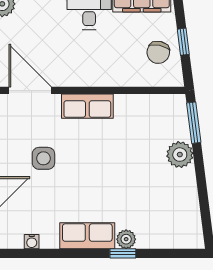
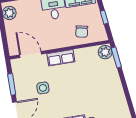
chair: (158, 52) -> (82, 31), moved
plant: (180, 155) -> (105, 52), moved

